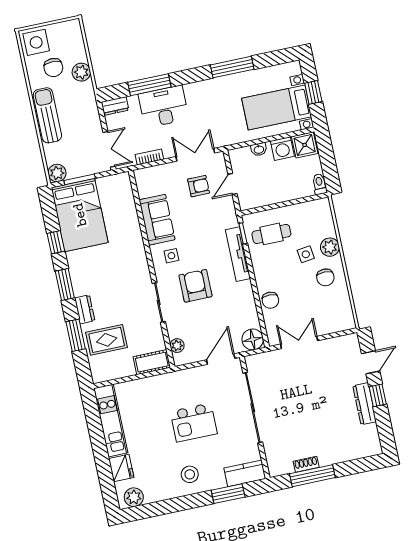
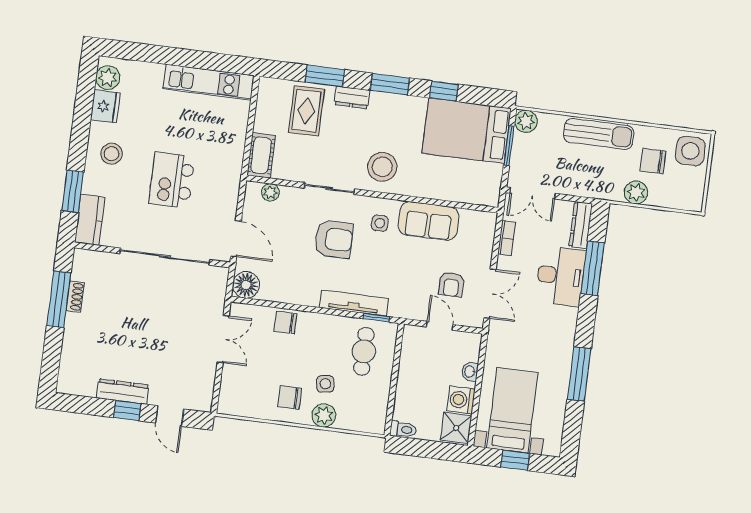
dresser: (115, 106) -> (581, 225), width x1.44
stool: (129, 269) -> (382, 167), added
fridge: (121, 468) -> (105, 106), moved, turned -90

